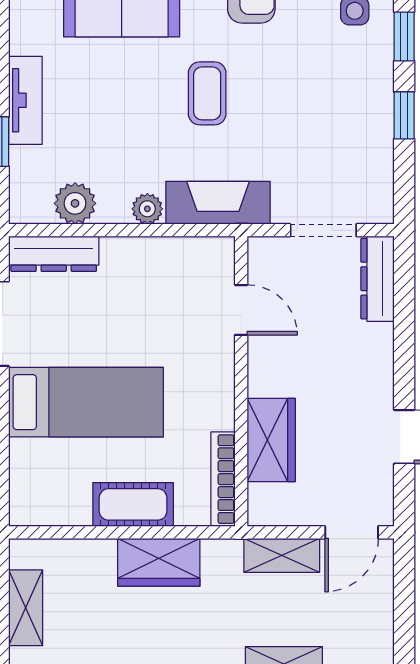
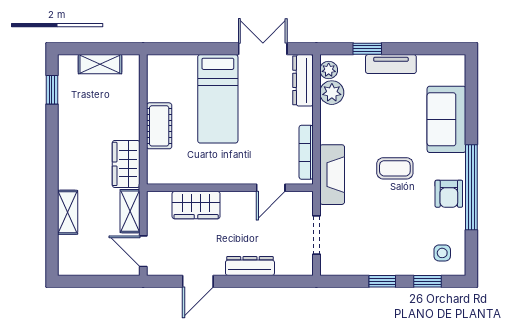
plant: (147, 209) -> (329, 70), moved
dresser: (378, 279) -> (250, 266), moved
bookcase: (223, 479) -> (306, 152), moved, turned -90
wardrobe: (159, 562) -> (126, 164), moved

